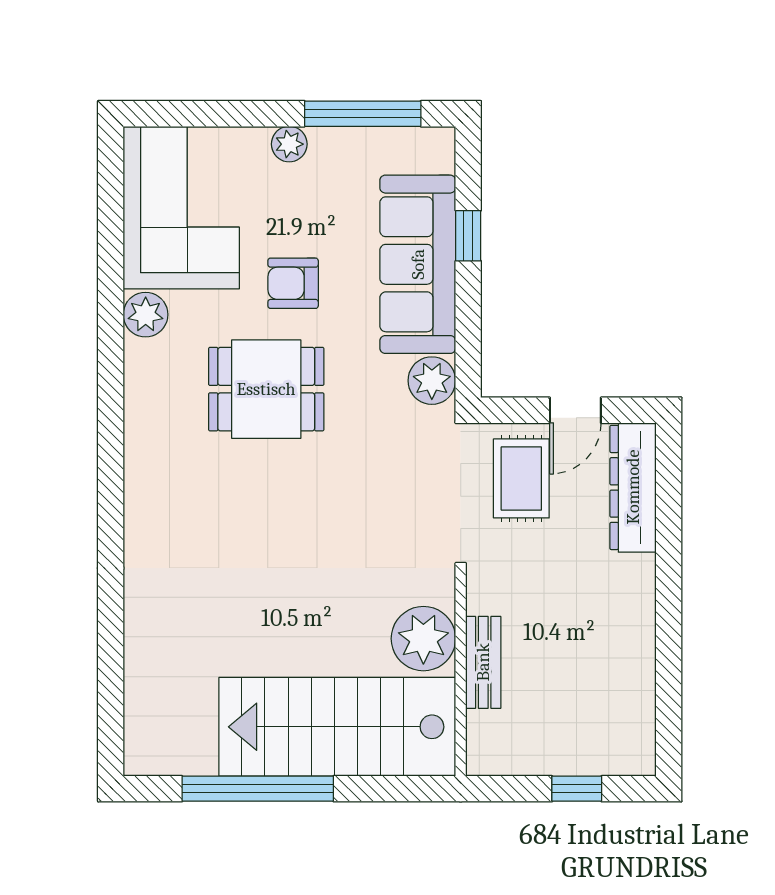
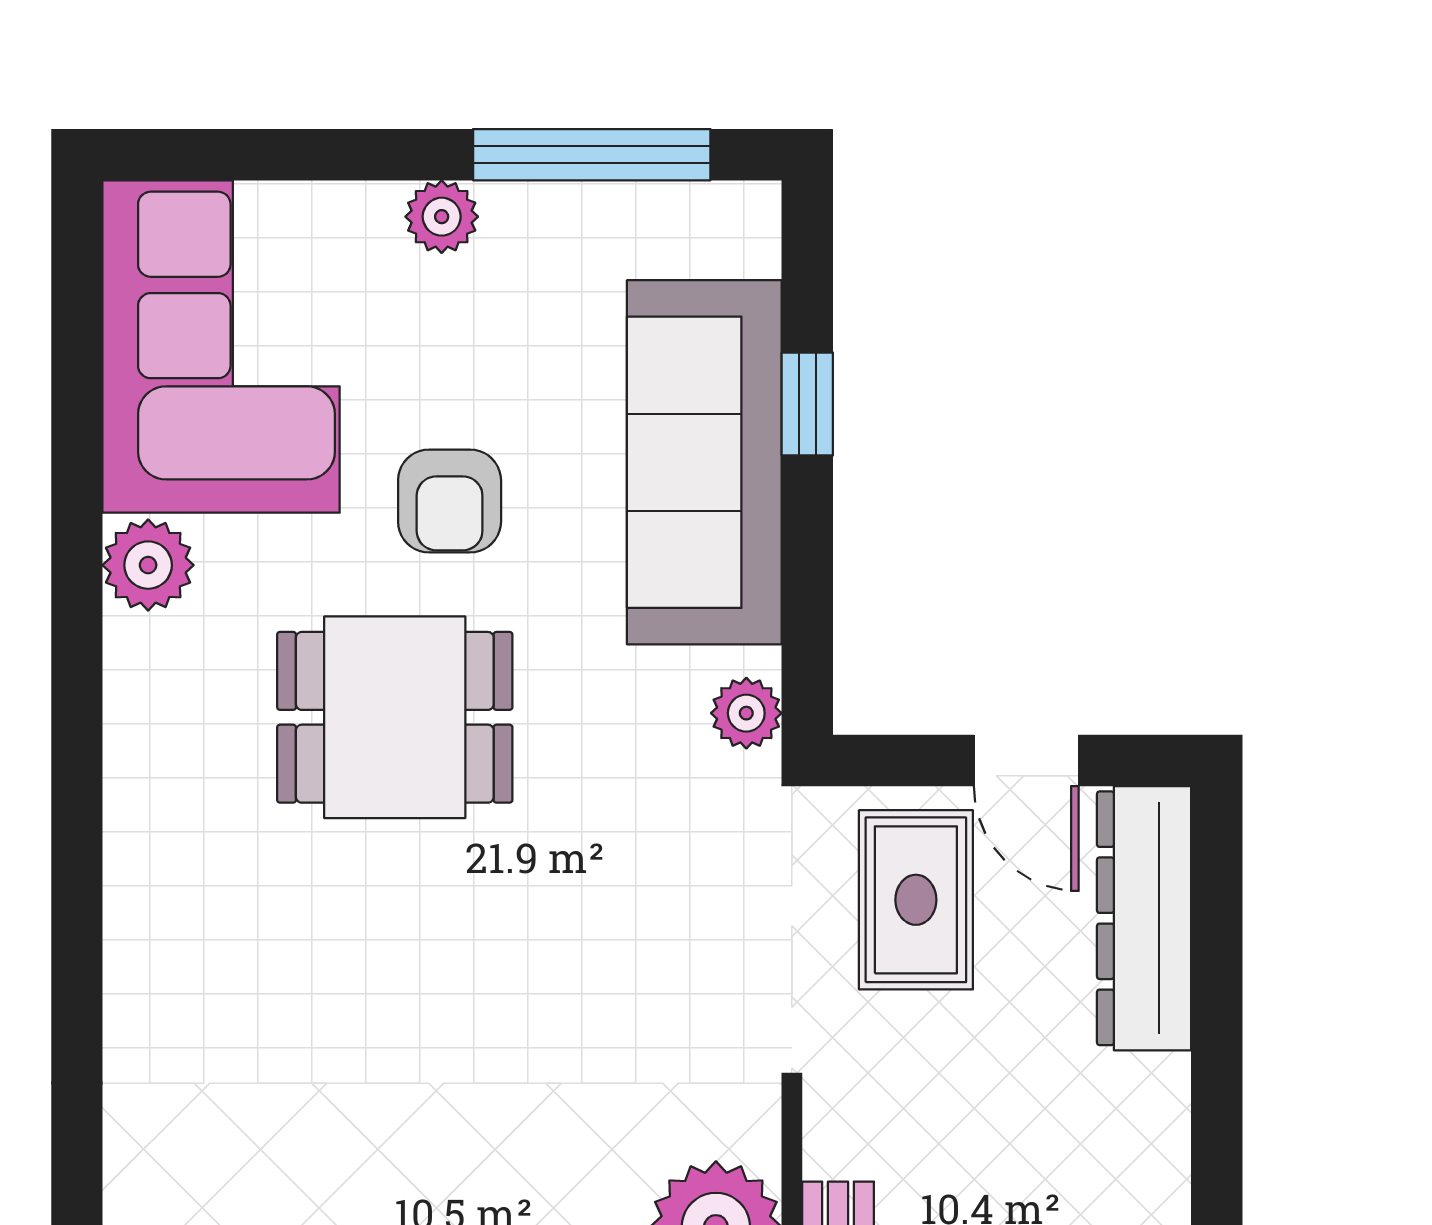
armchair: (293, 283) -> (450, 501), turned -90
plant: (432, 381) -> (746, 713), width x0.73, depth x0.73
door: (575, 410) -> (1026, 760), hinge flipped

